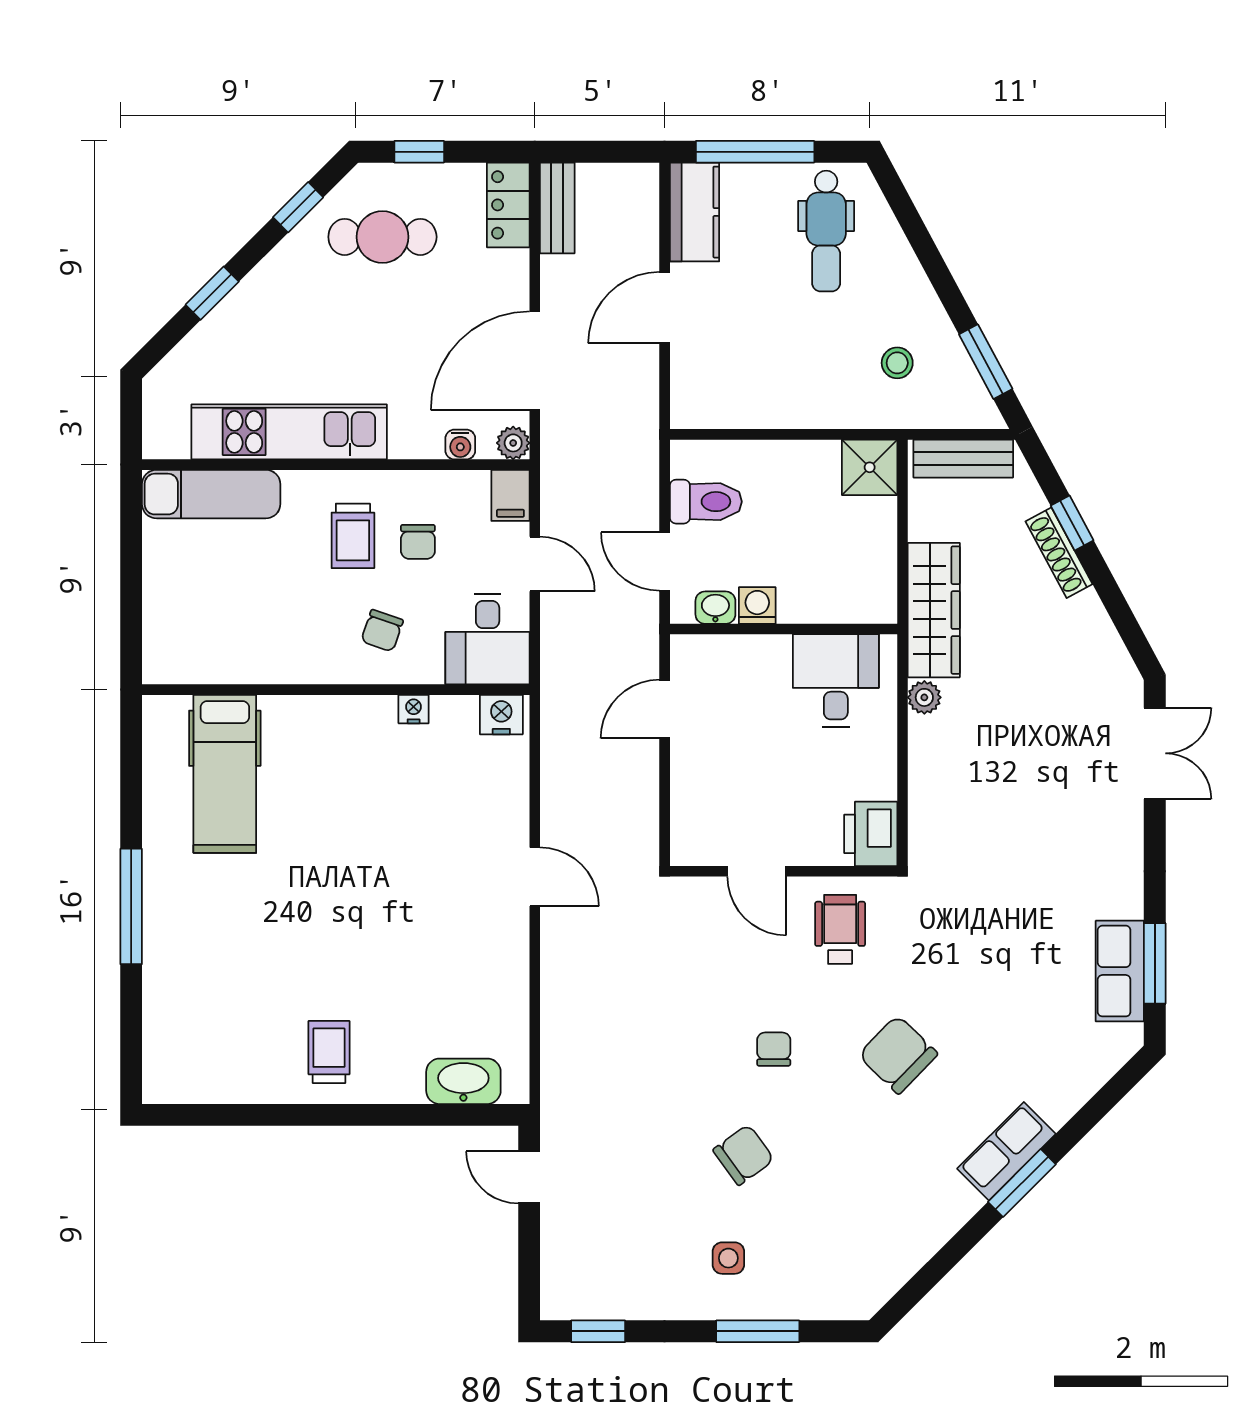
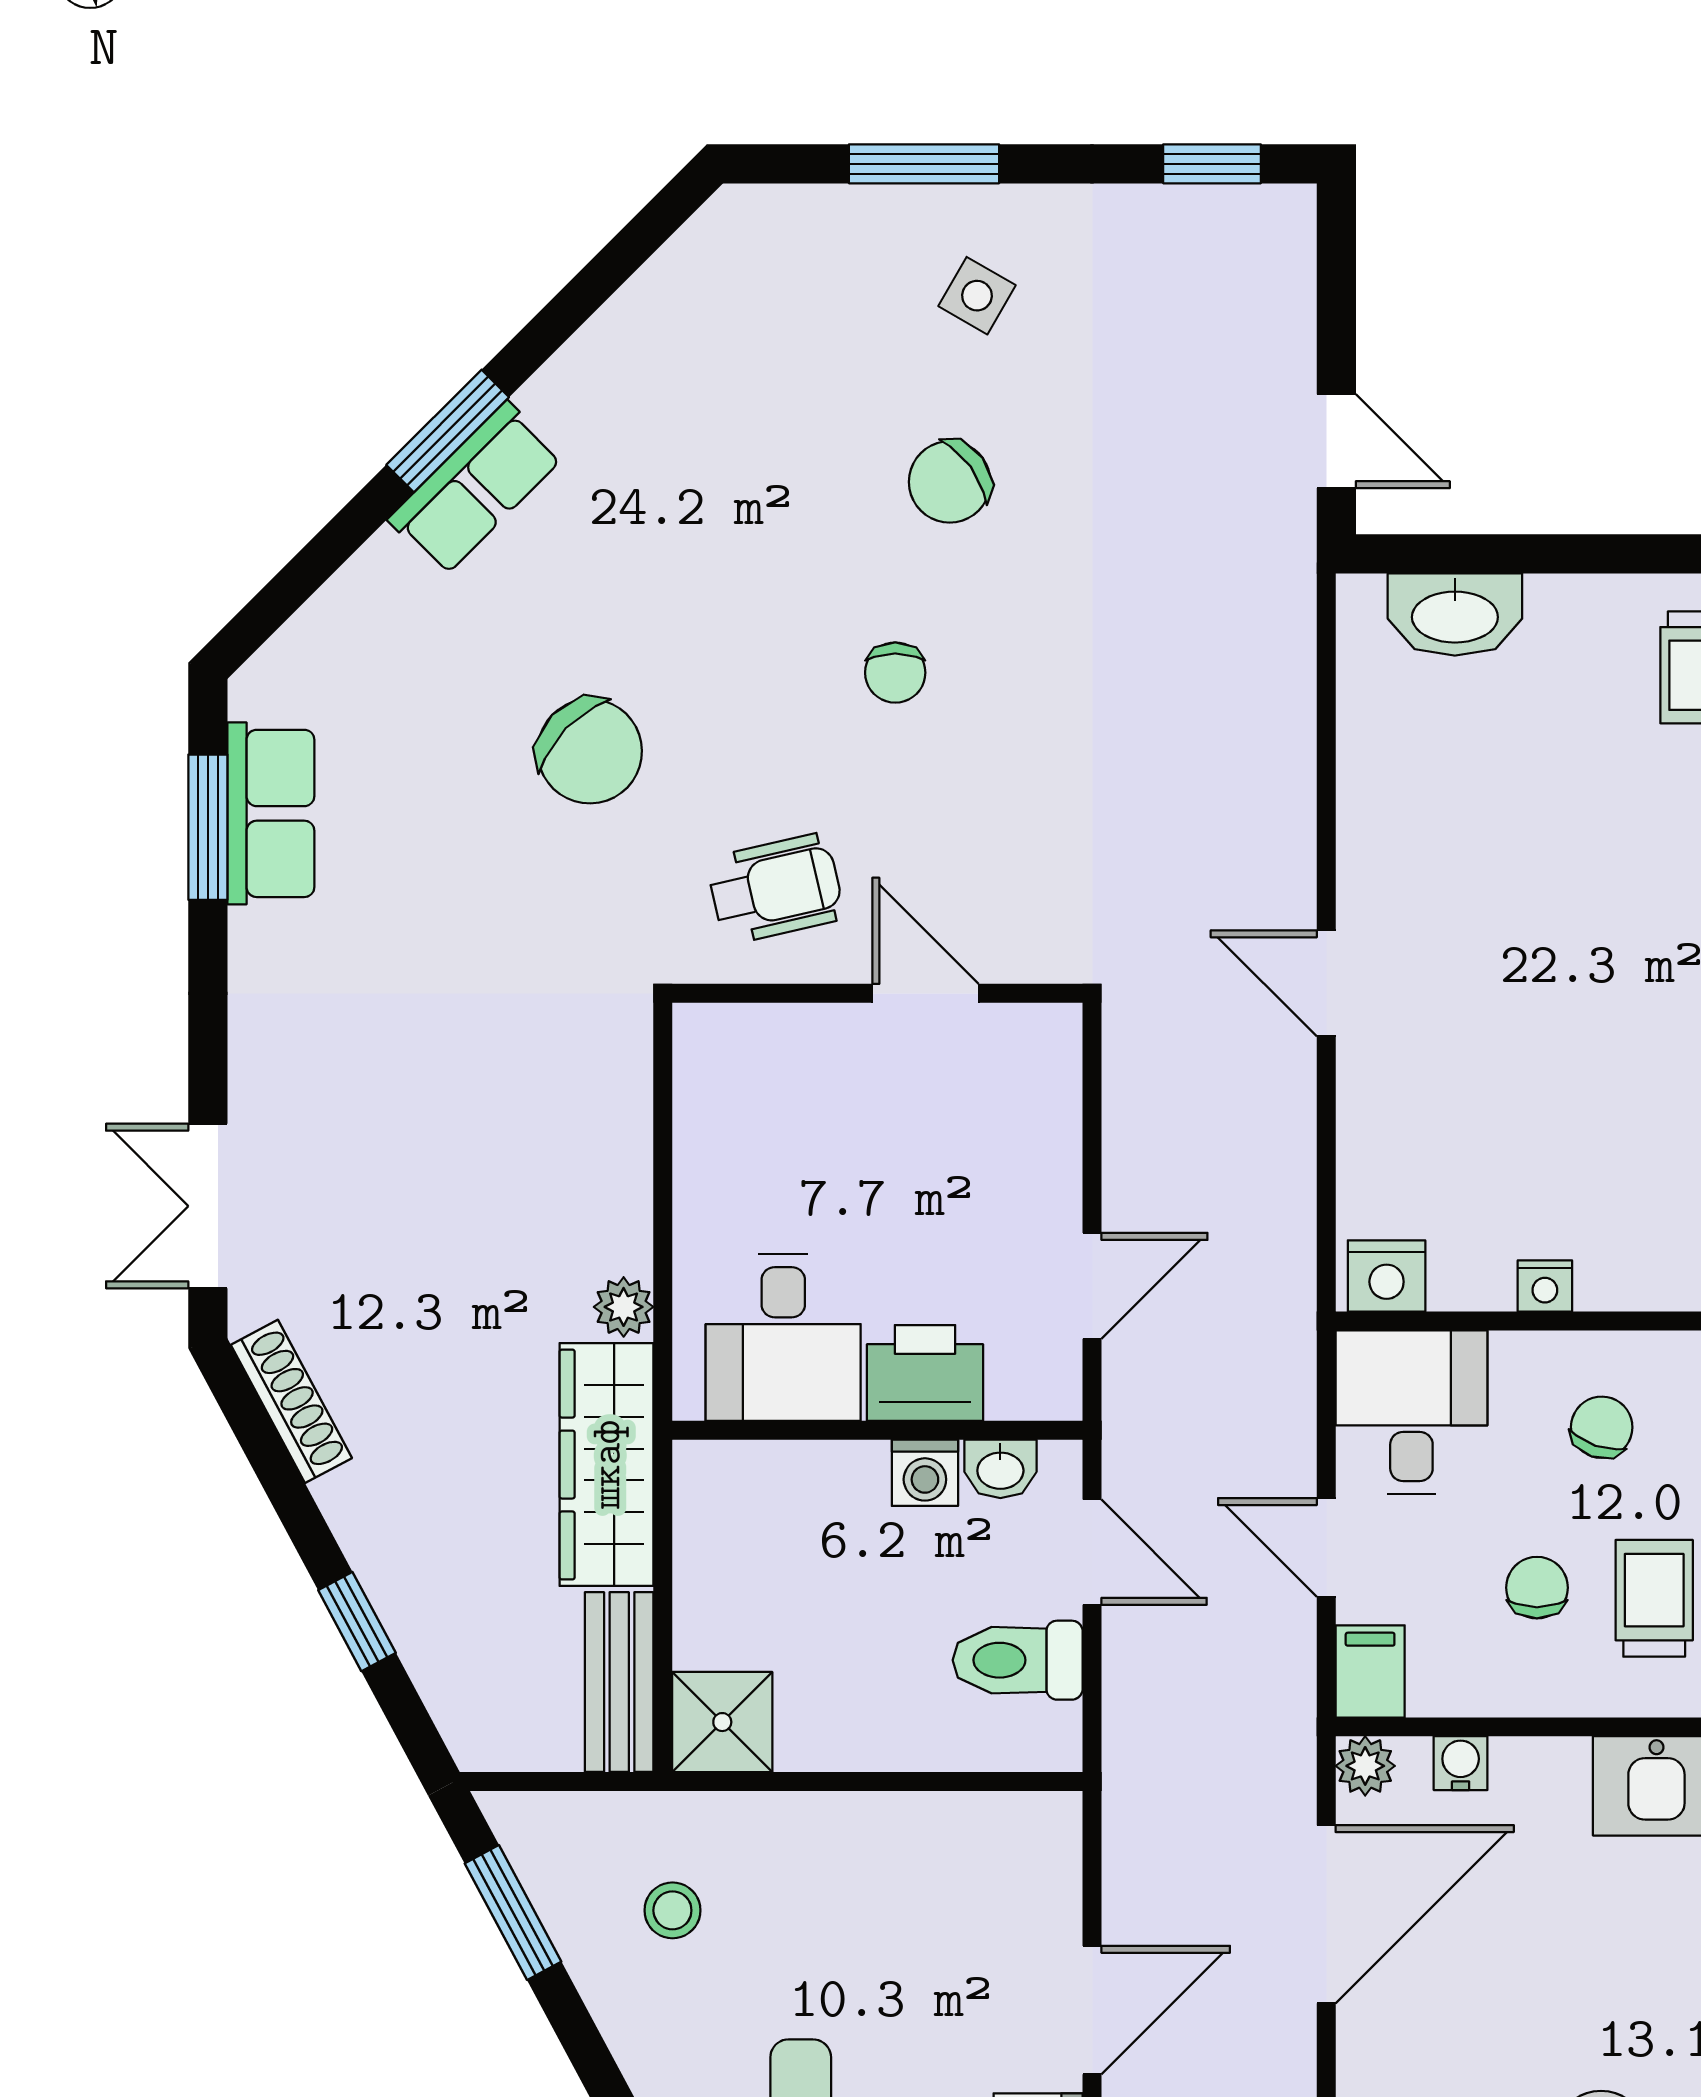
bench: (963, 459) -> (619, 1682), moved, turned 90
shoe rack: (1059, 553) -> (291, 1401), moved
printer: (871, 834) -> (925, 1373), moved, turned -90
wheelchair: (840, 929) -> (775, 889), turned -103
chair: (898, 1055) -> (590, 751), moved
side table: (728, 1258) -> (977, 296), turned 30

